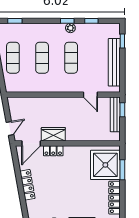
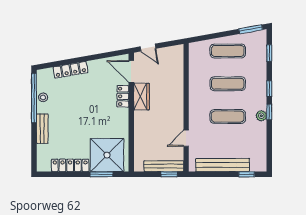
window: (91, 21) -> (269, 89), moved
locker: (27, 185) -> (70, 70), moved

